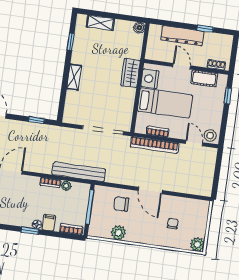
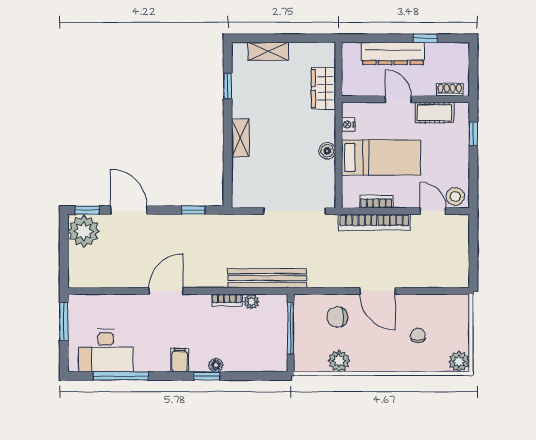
boiler: (139, 28) -> (327, 151), moved
wardrobe: (130, 73) -> (323, 88), moved
nightstand: (150, 79) -> (348, 125), width x0.53, depth x0.56
filing cabinet: (49, 223) -> (180, 360), moved
bookcase: (71, 229) -> (268, 365), removed

